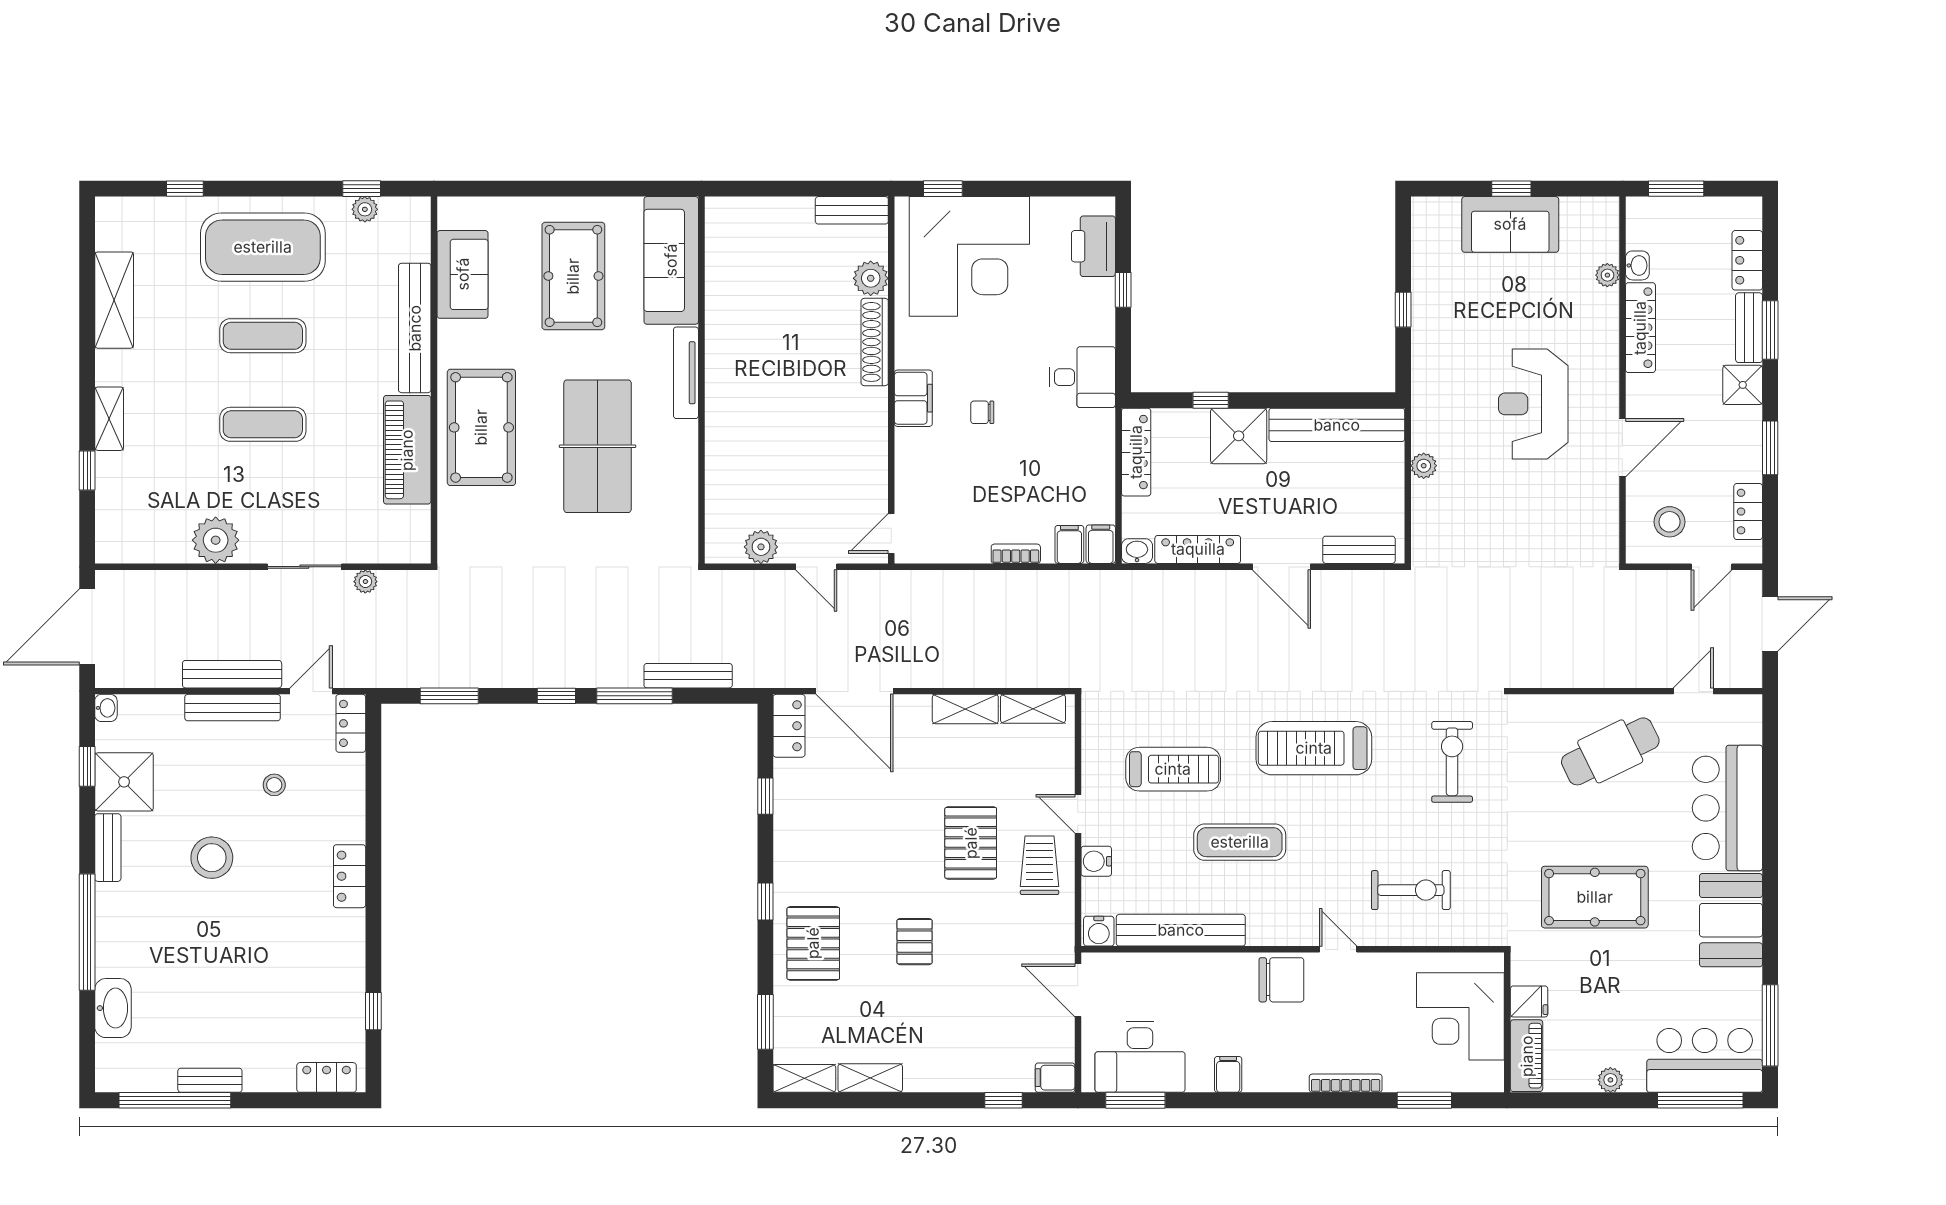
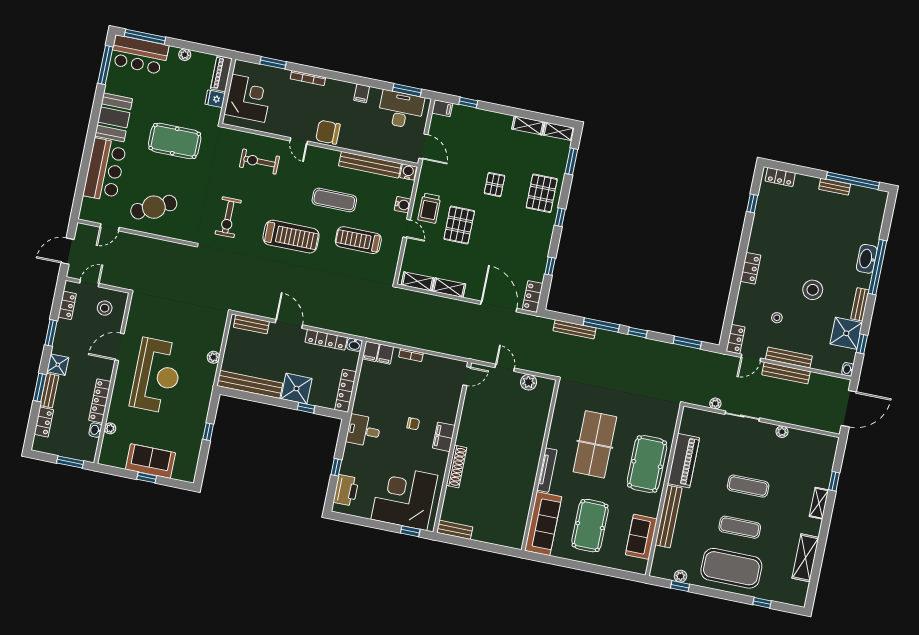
plant: (871, 278) -> (452, 496), removed
reception desk: (1533, 404) -> (157, 376), width x1.36, depth x1.30
plant: (216, 540) -> (782, 432), width x0.53, depth x0.53
washbasin: (113, 1008) -> (867, 259), moved

